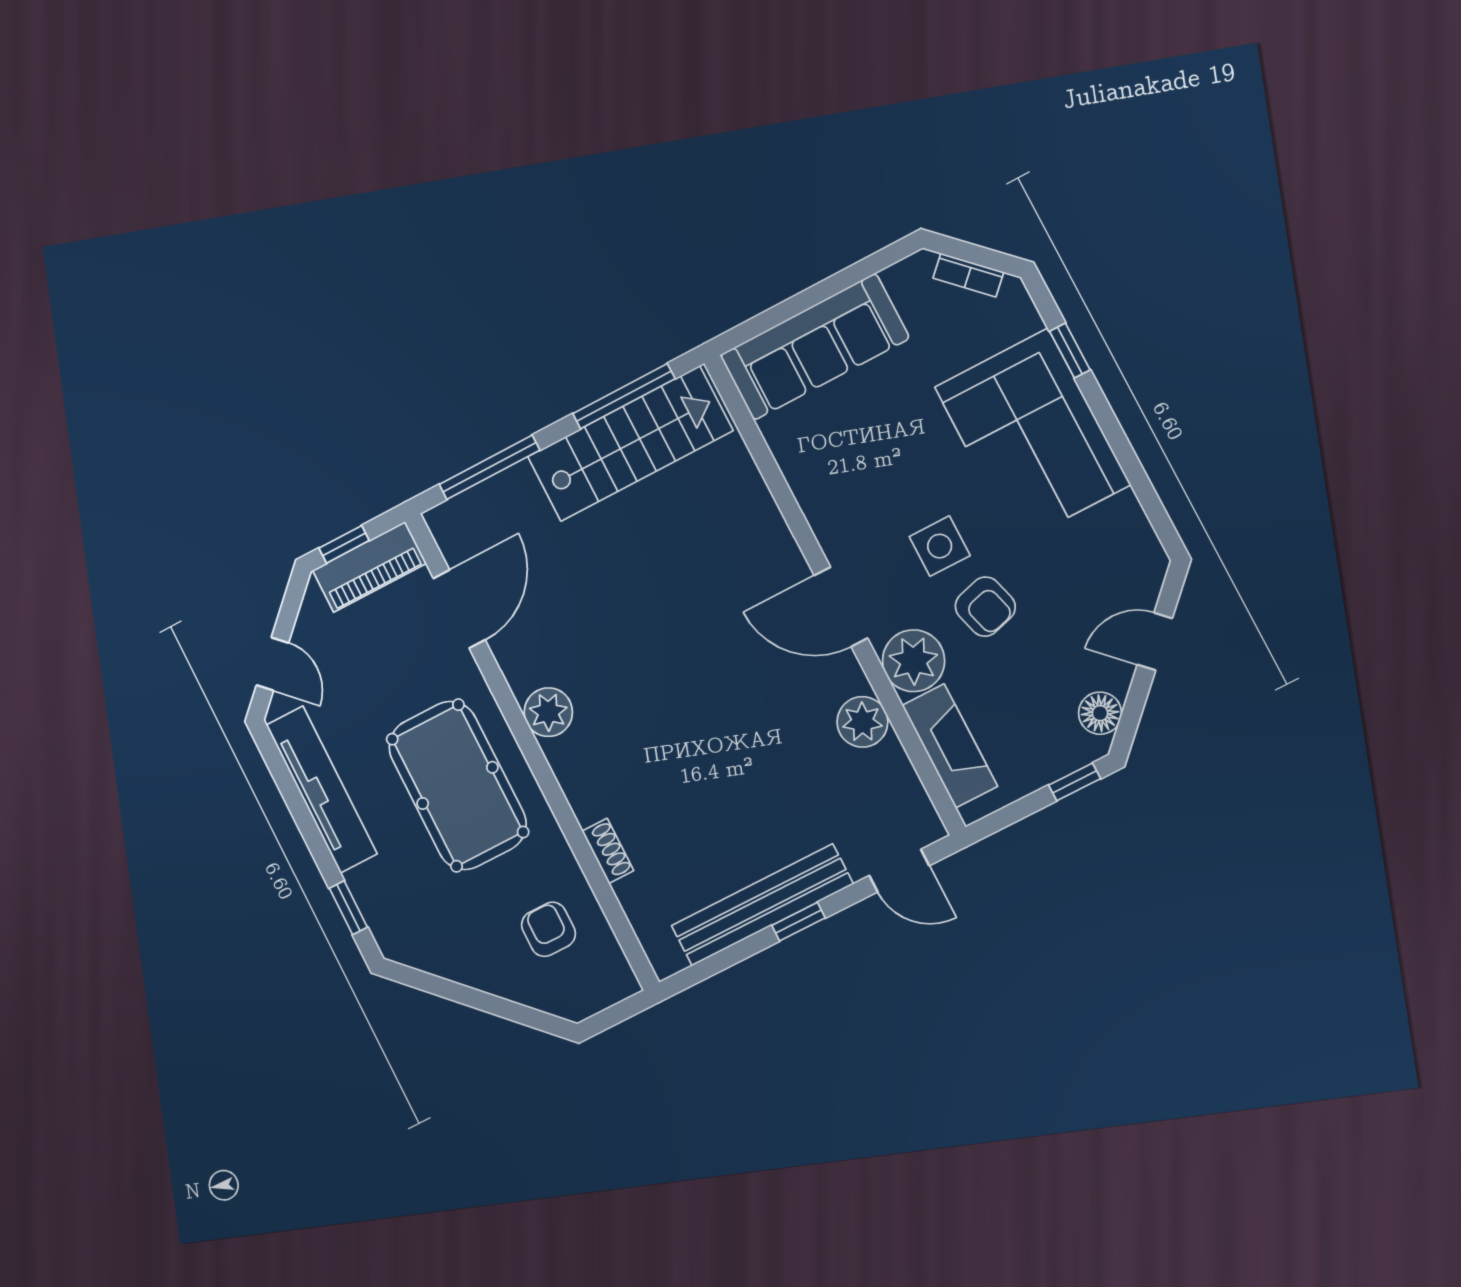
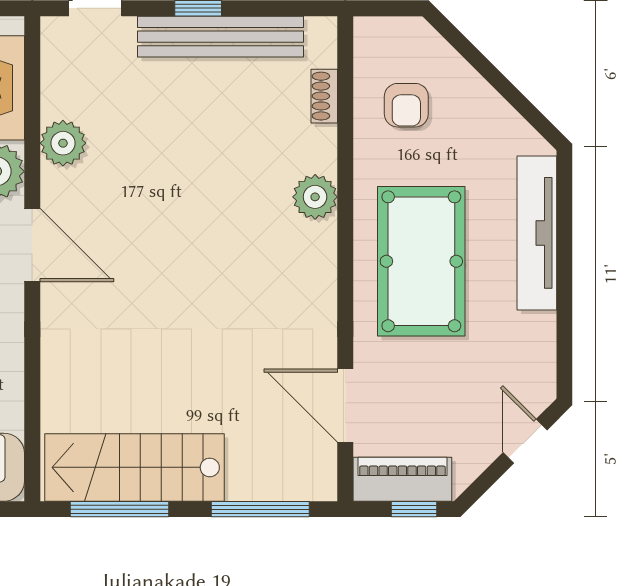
door: (459, 609) -> (345, 405), hinge flipped
plant: (548, 712) -> (315, 197), moved
tv unit: (322, 789) -> (537, 233), moved
shoe rack: (608, 851) -> (324, 96), moved
window: (348, 908) -> (564, 207), removed

